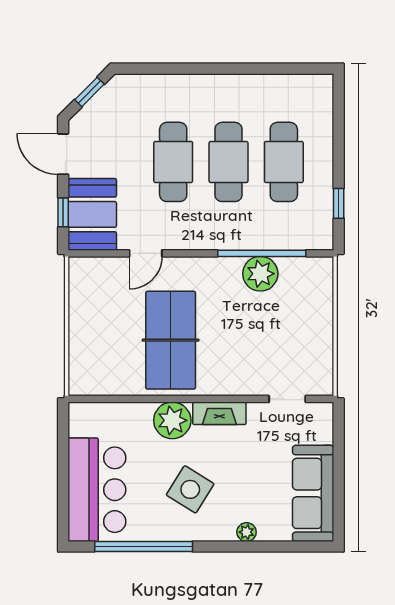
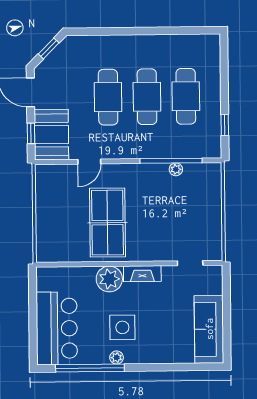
plant: (260, 274) -> (176, 169), width x0.53, depth x0.53
side table: (190, 489) -> (122, 327), turned -32
plant: (247, 532) -> (117, 358), moved

